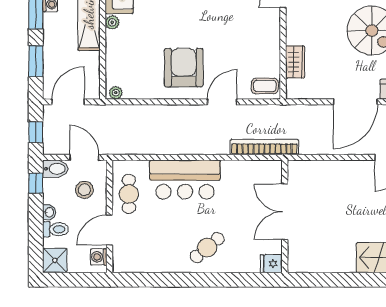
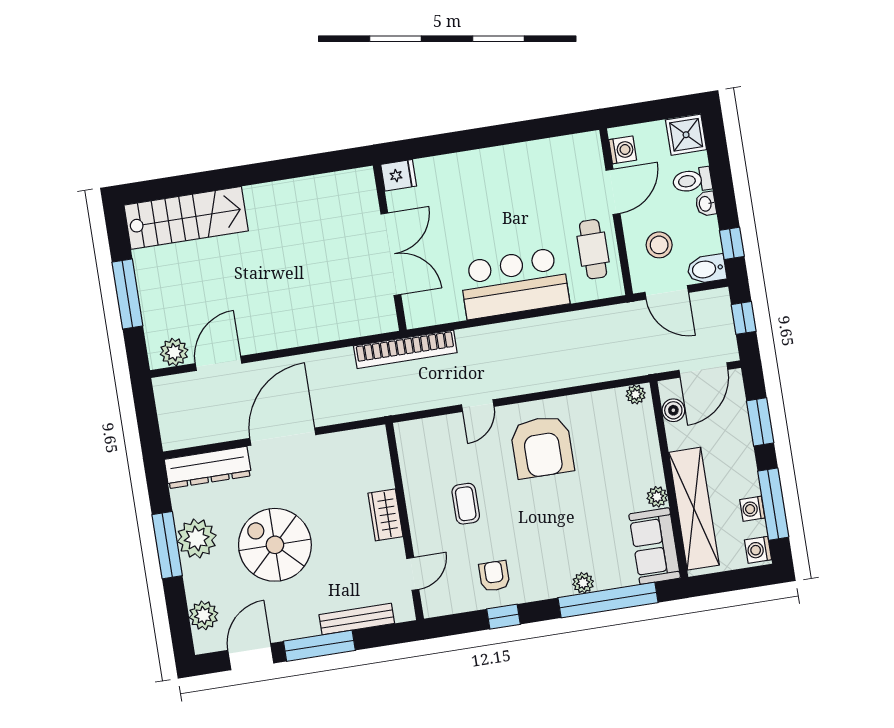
wardrobe: (295, 62) -> (385, 515), moved
boiler: (92, 78) -> (673, 410), added
coffee table: (265, 86) -> (466, 504), moved, turned 90
door: (222, 102) -> (478, 406), width x0.73
double door: (285, 212) -> (391, 254), moved
wall: (285, 216) -> (390, 248), moved
cafe table: (207, 248) -> (466, 189), removed
fridge: (271, 264) -> (399, 175), moved

